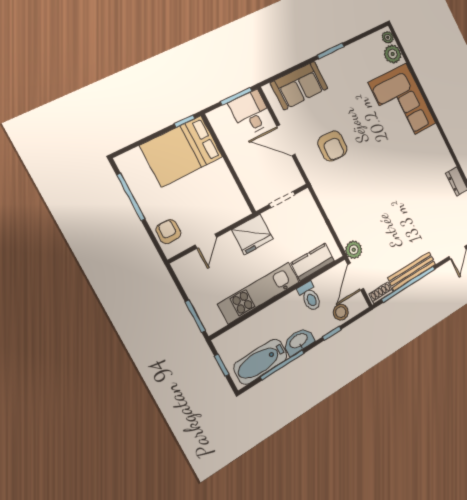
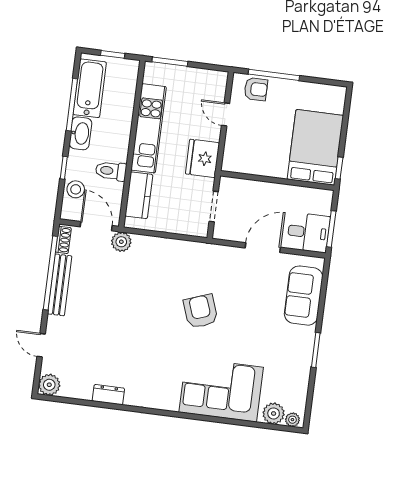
armchair: (332, 146) -> (201, 311), moved, turned 69
window: (131, 197) -> (274, 75), moved

